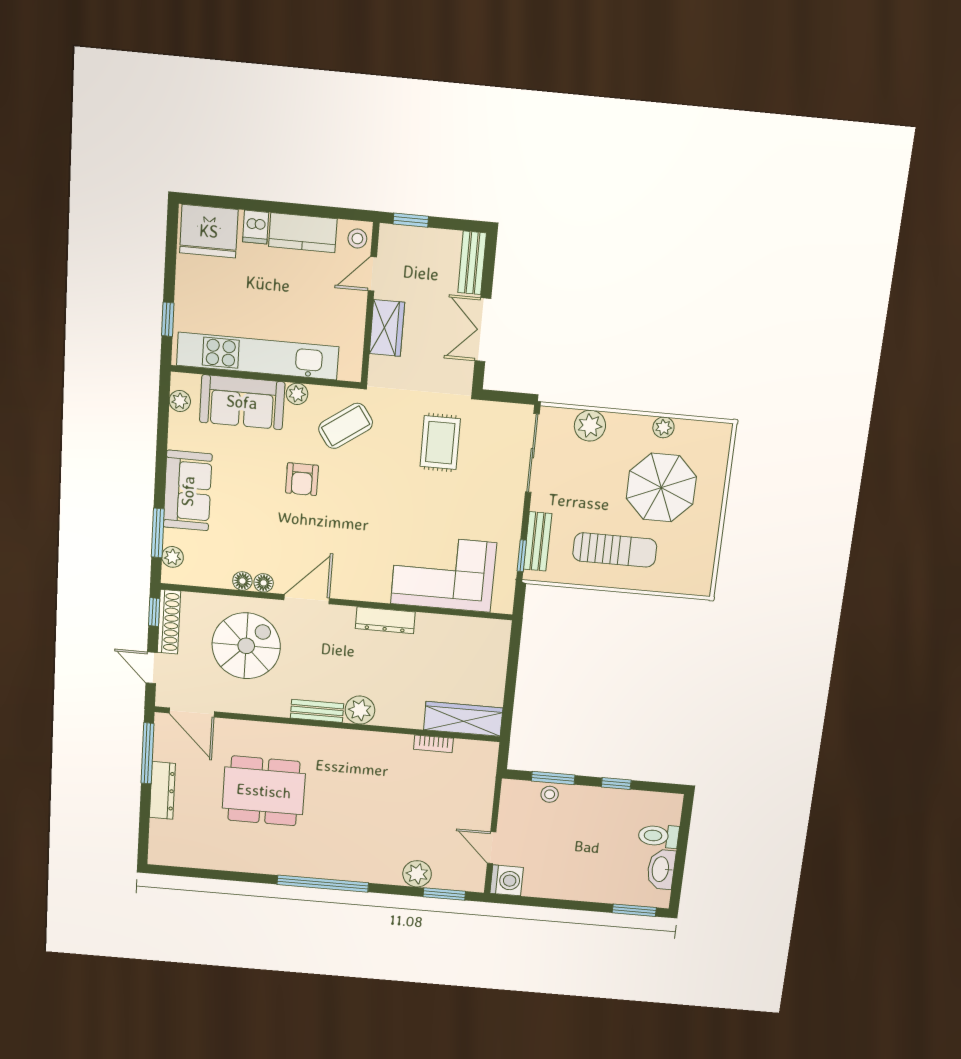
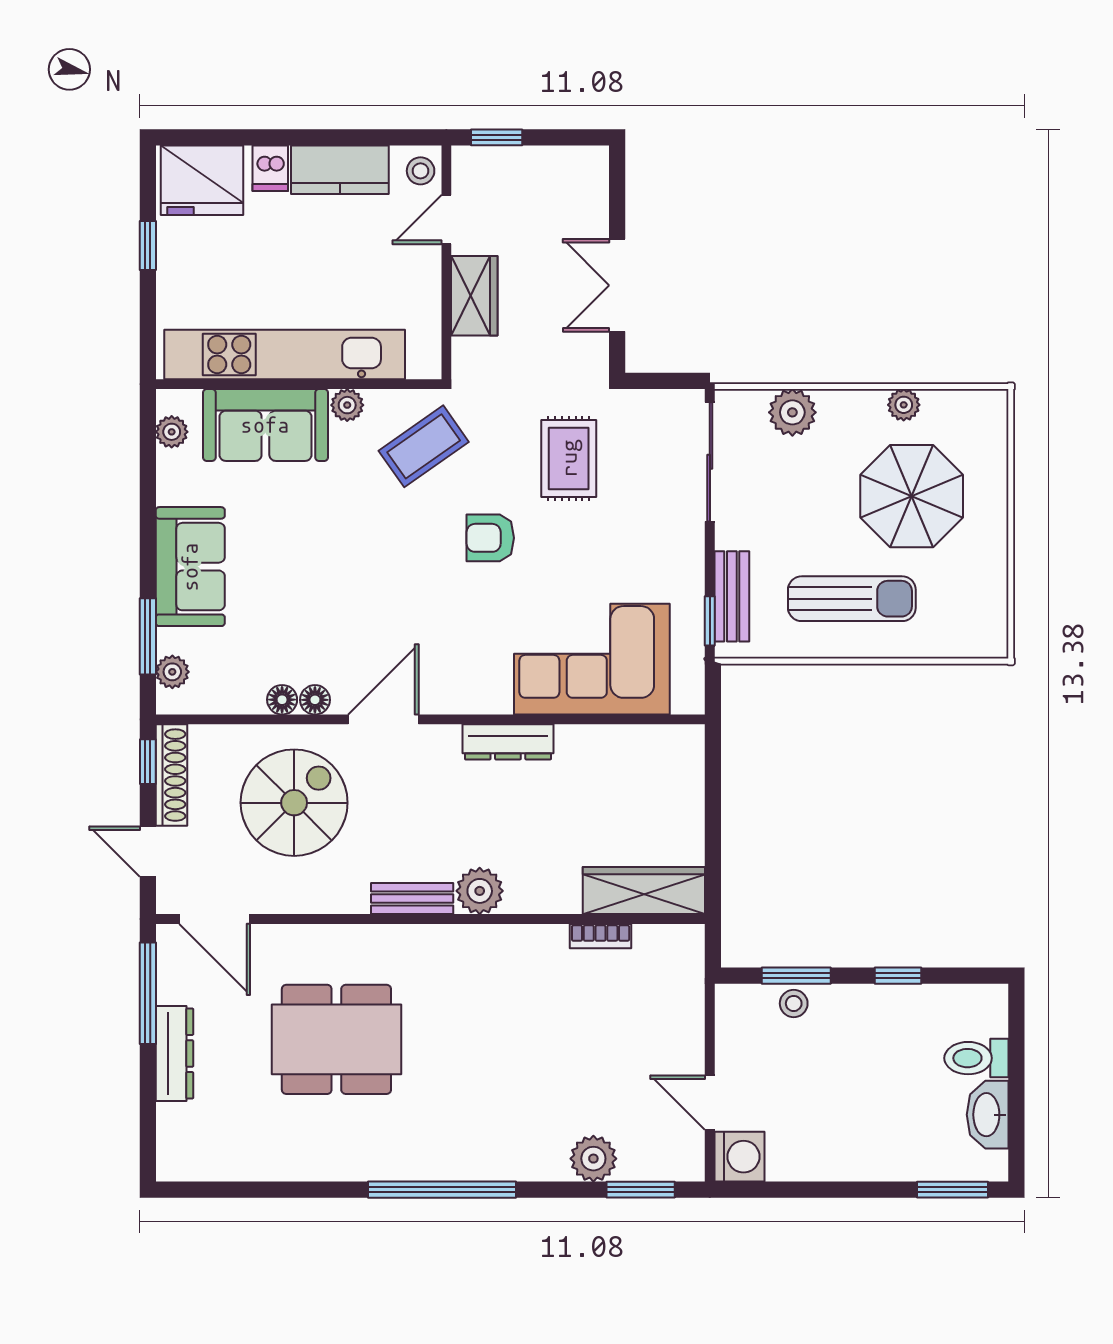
bench: (472, 263) -> (592, 190), removed
window: (168, 319) -> (148, 246), moved
armchair: (302, 479) -> (490, 538), moved, turned 90

